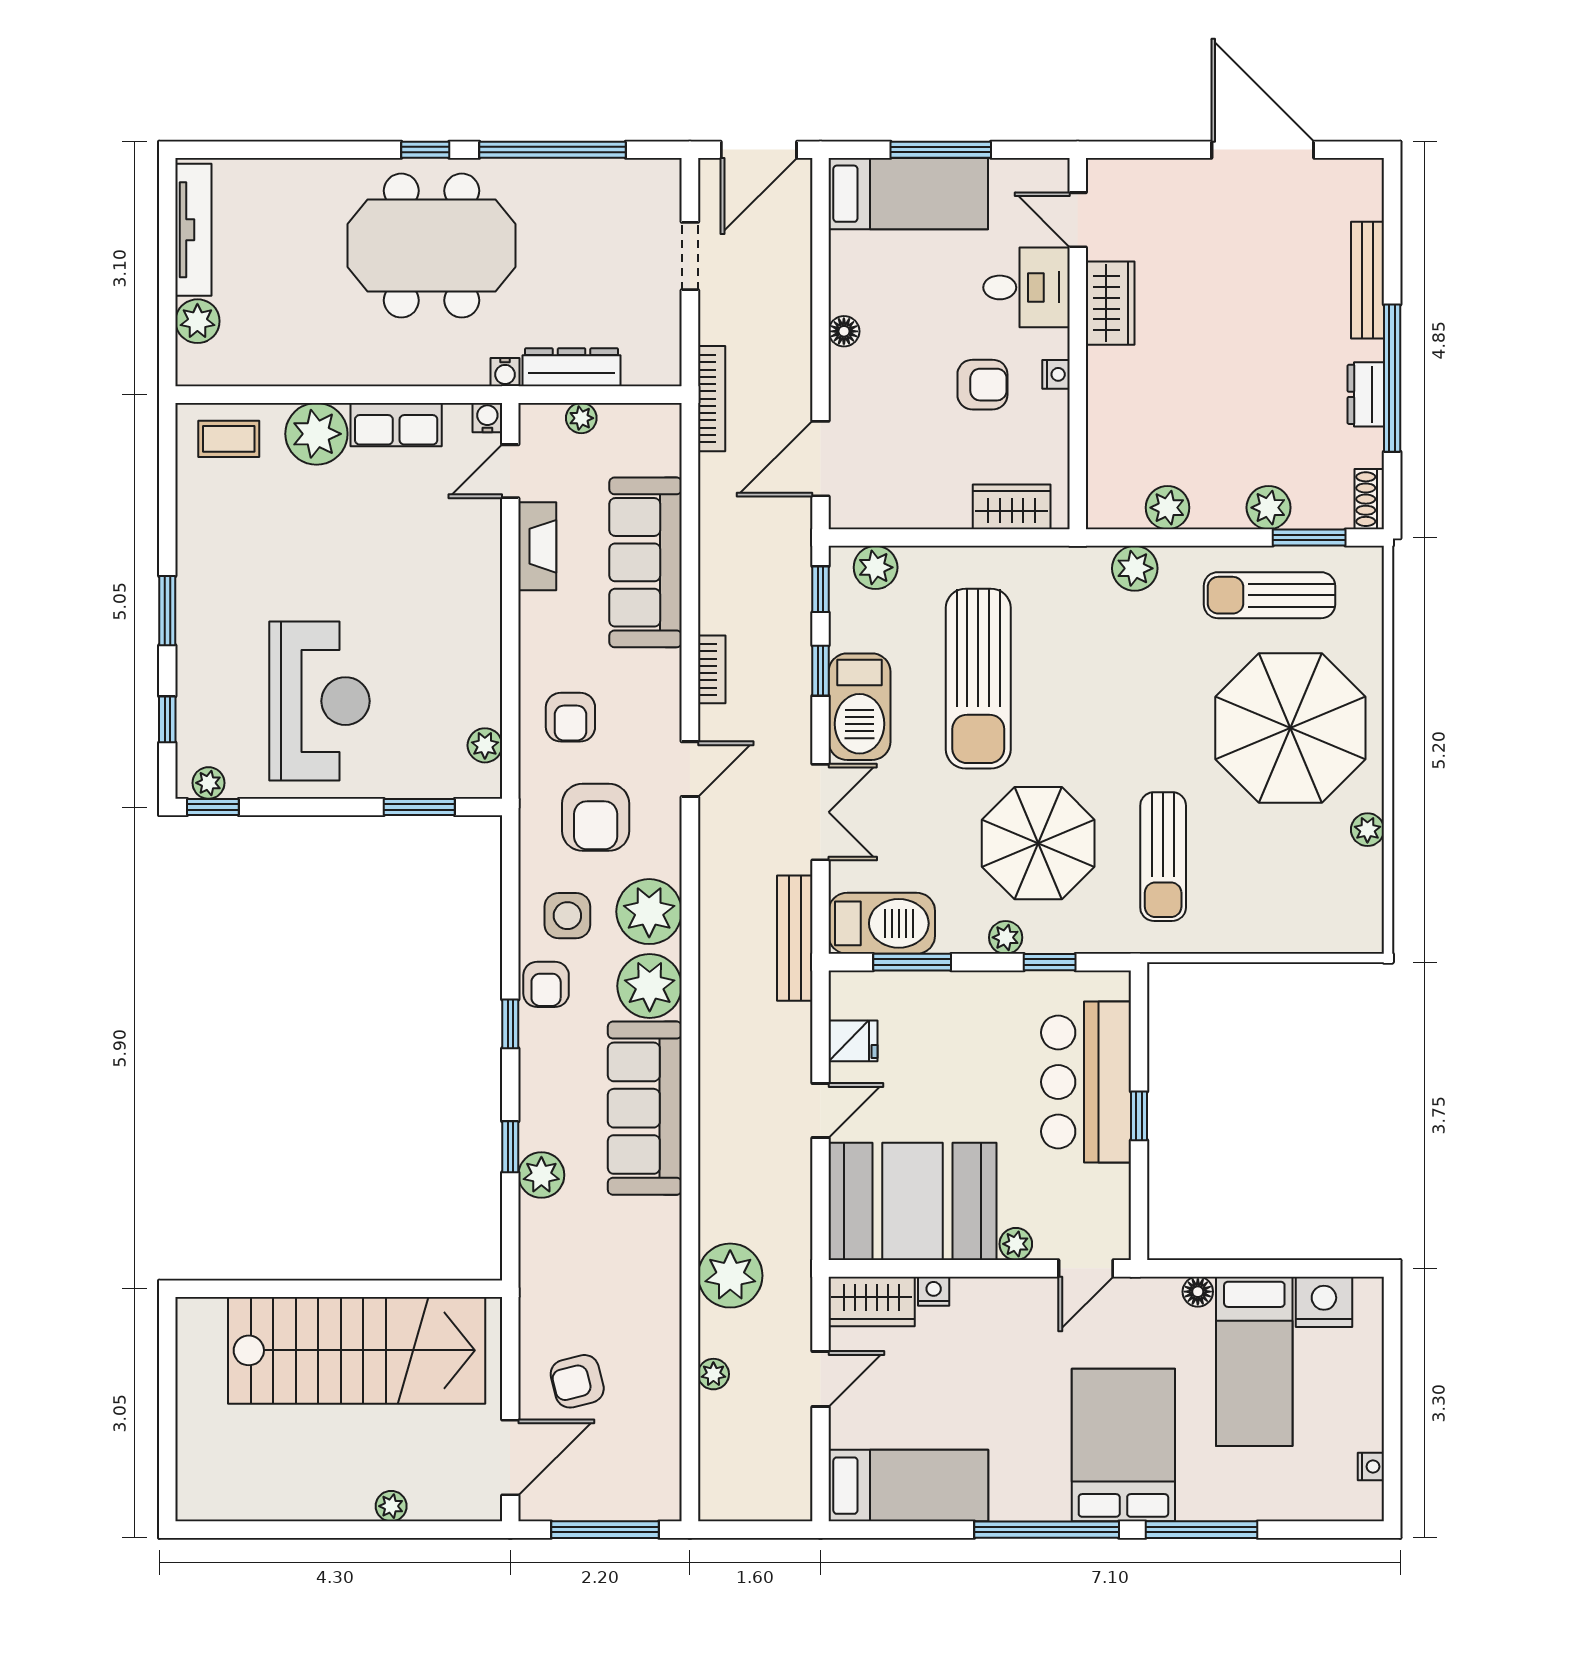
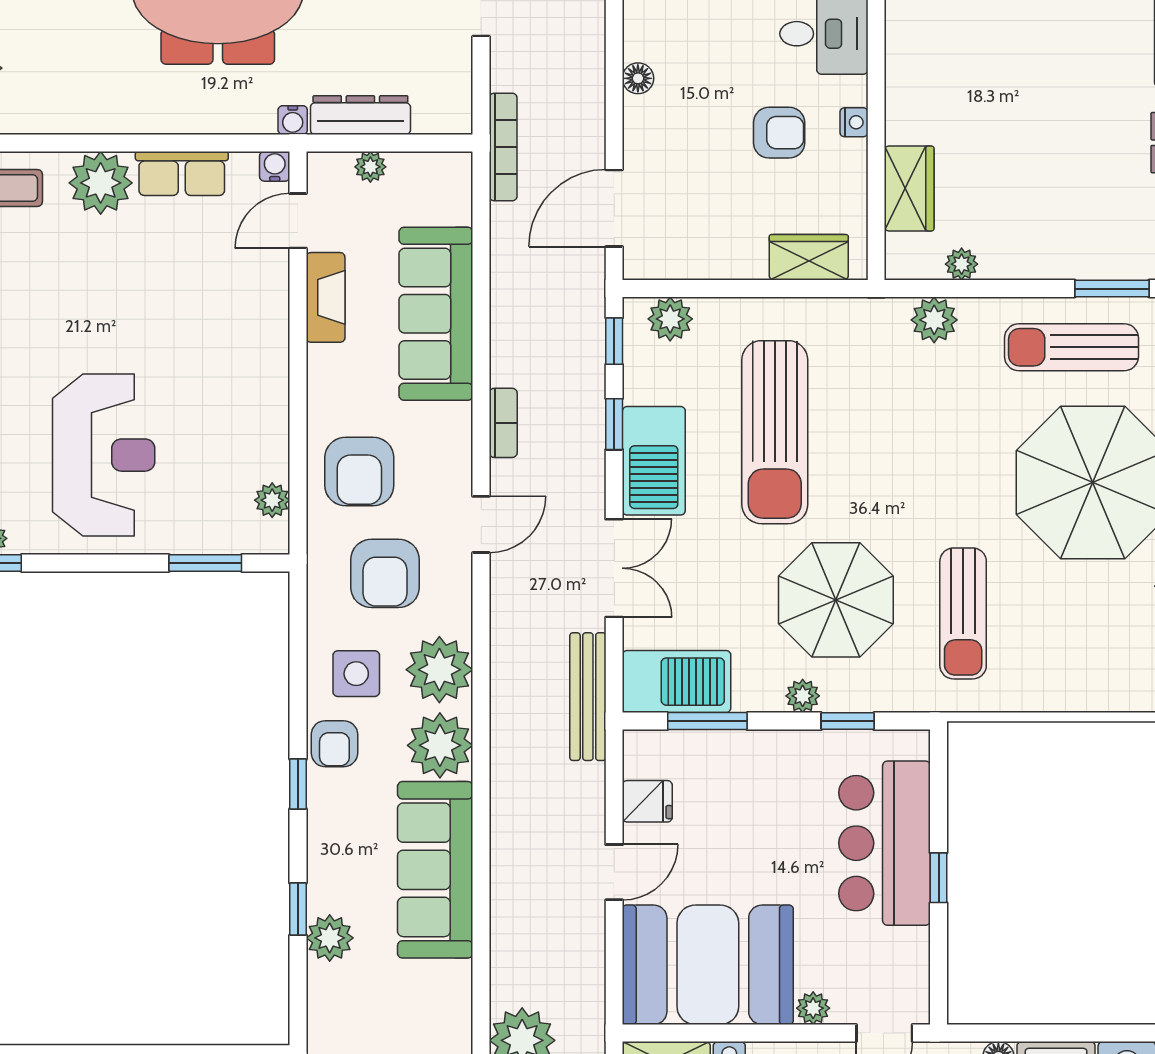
wardrobe: (1110, 303) -> (909, 188), moved
plant: (1167, 508) -> (962, 264), width x0.73, depth x0.73
plant: (1269, 508) -> (1070, 258), removed
armchair: (570, 717) -> (359, 471), width x1.38, depth x1.38

